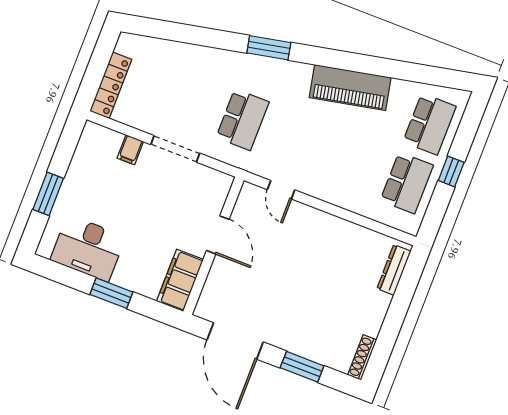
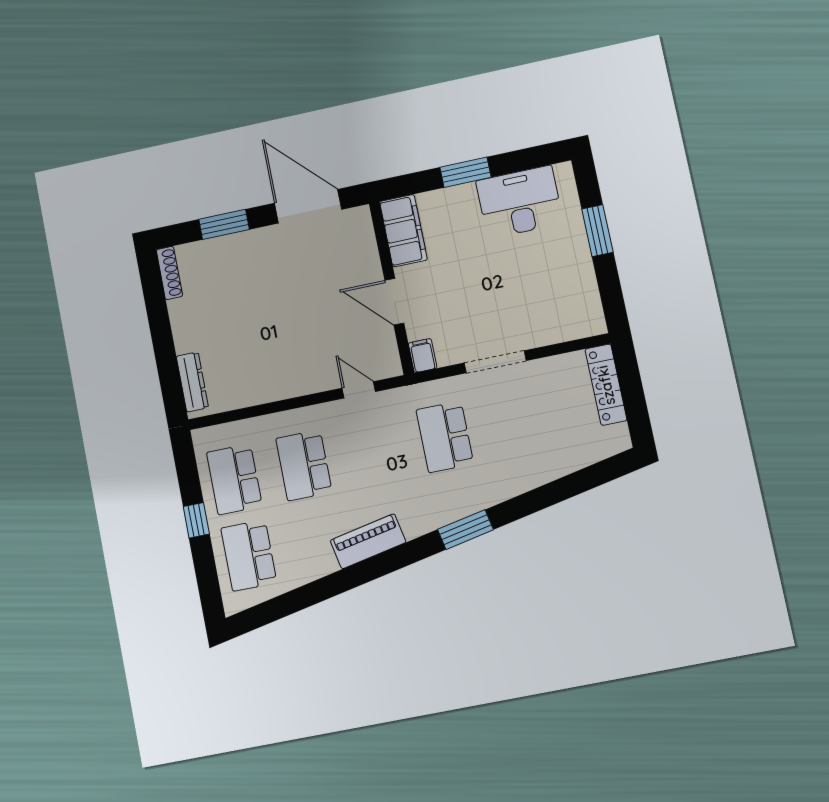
piano: (350, 88) -> (368, 541), width x0.73, depth x0.75
filing cabinet: (130, 150) -> (423, 356), moved
school desk: (352, 162) -> (304, 465), added

